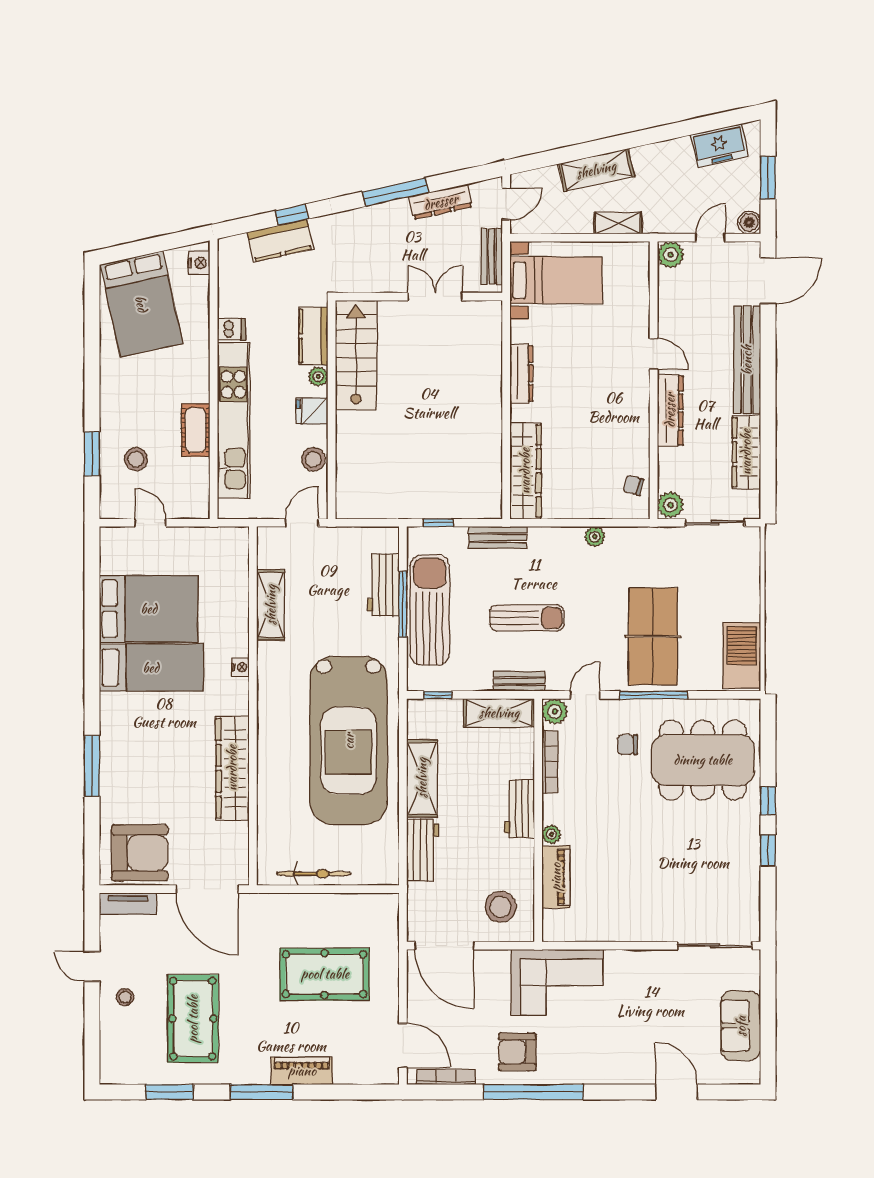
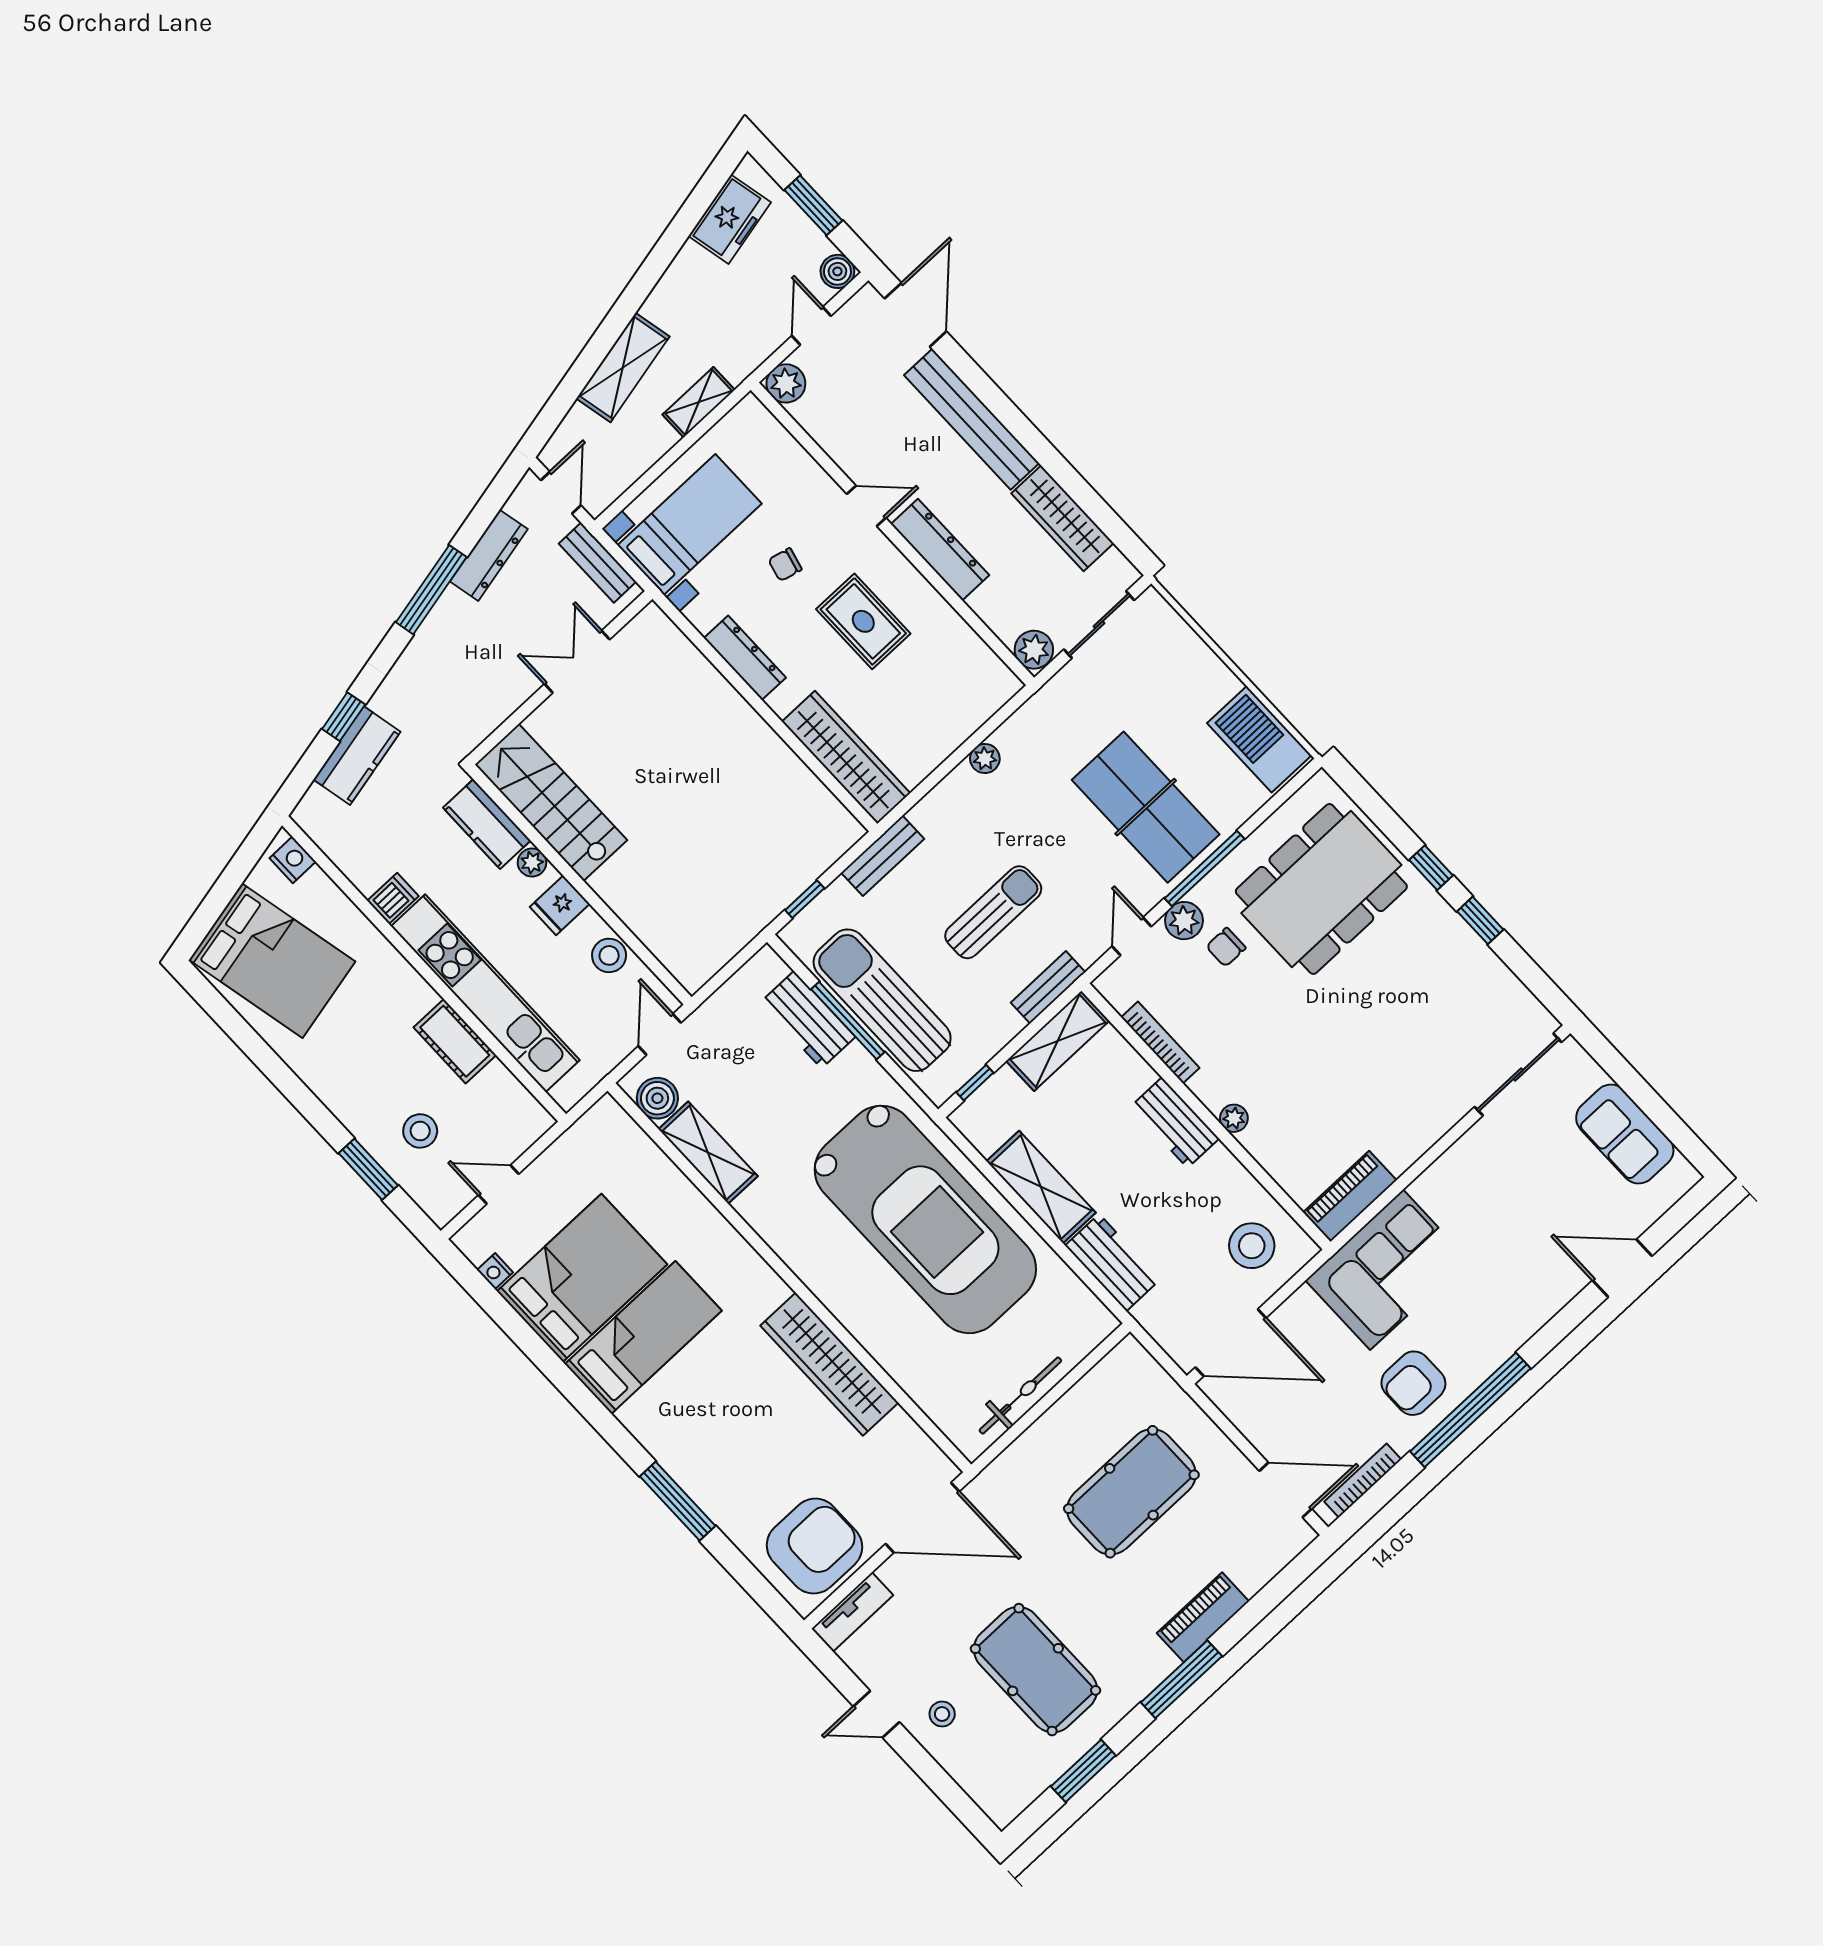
rug: (598, 411) -> (863, 621), added
chair: (633, 485) -> (785, 565), moved
boiler: (271, 554) -> (657, 1098), added
nightstand: (241, 667) -> (495, 1271), moved, turned 180
plant: (555, 712) -> (1184, 921), moved
piano: (556, 877) -> (1350, 1196), moved, turned -90

